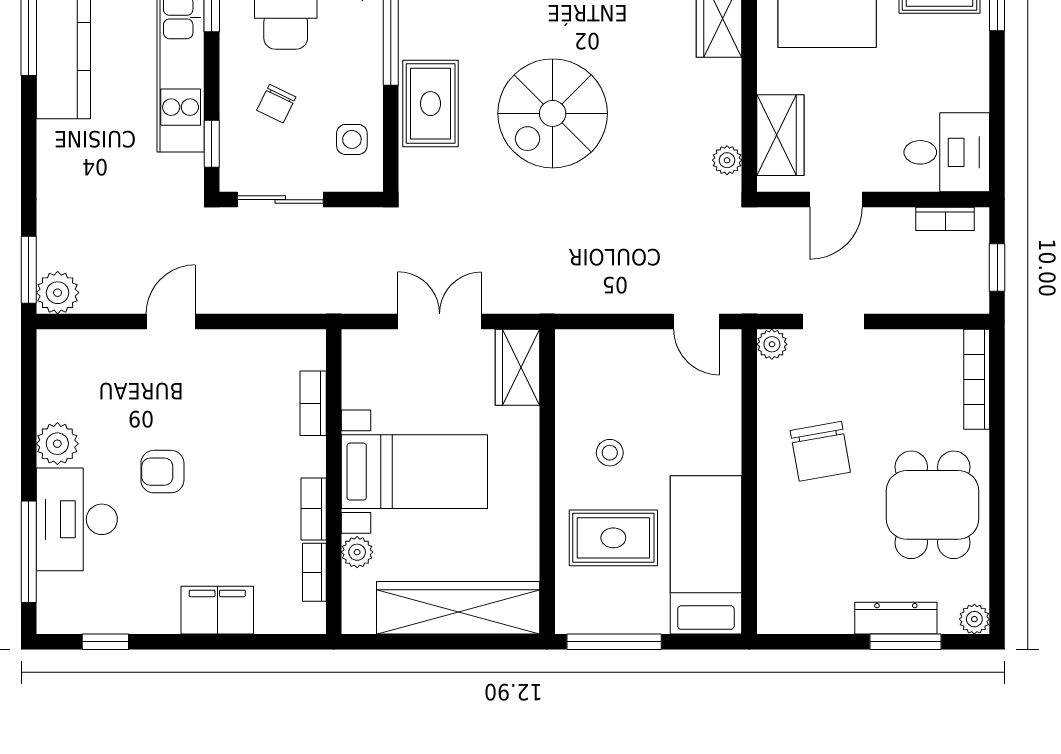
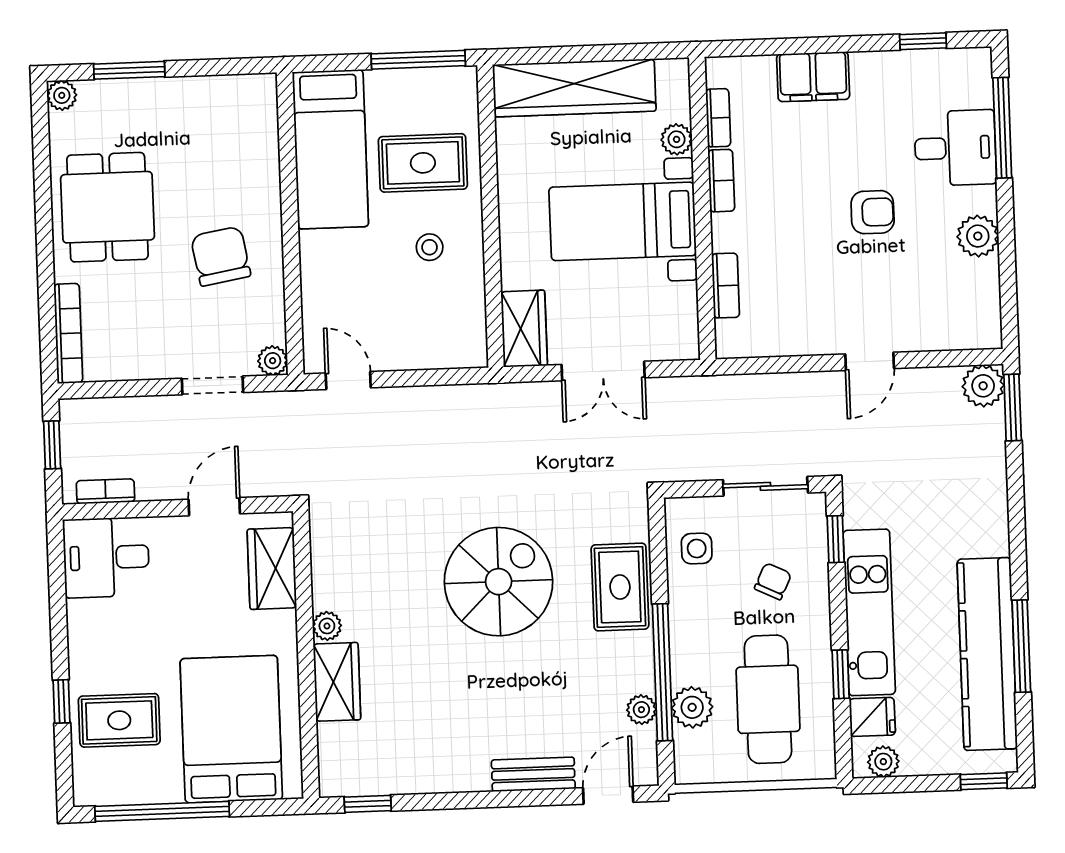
plant: (727, 160) -> (327, 626), moved
desk: (77, 519) -> (955, 148), width x0.73
dresser: (896, 618) -> (140, 94), removed

